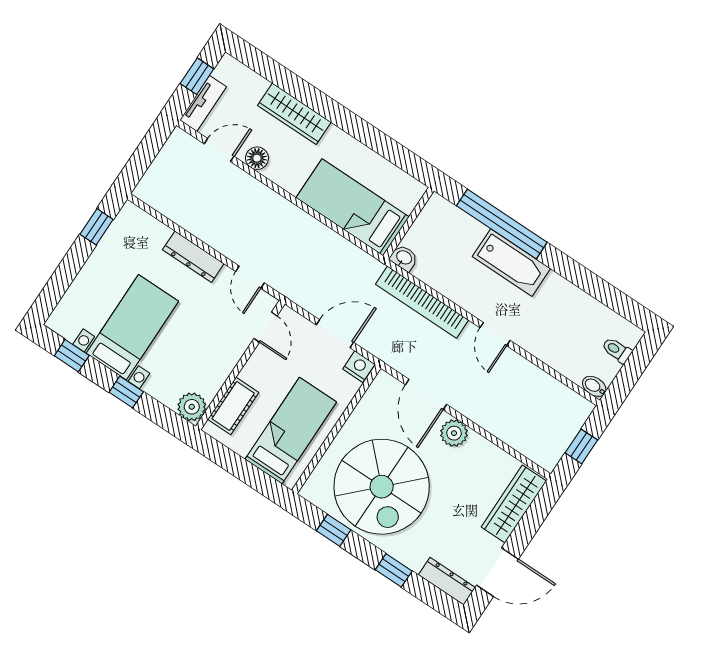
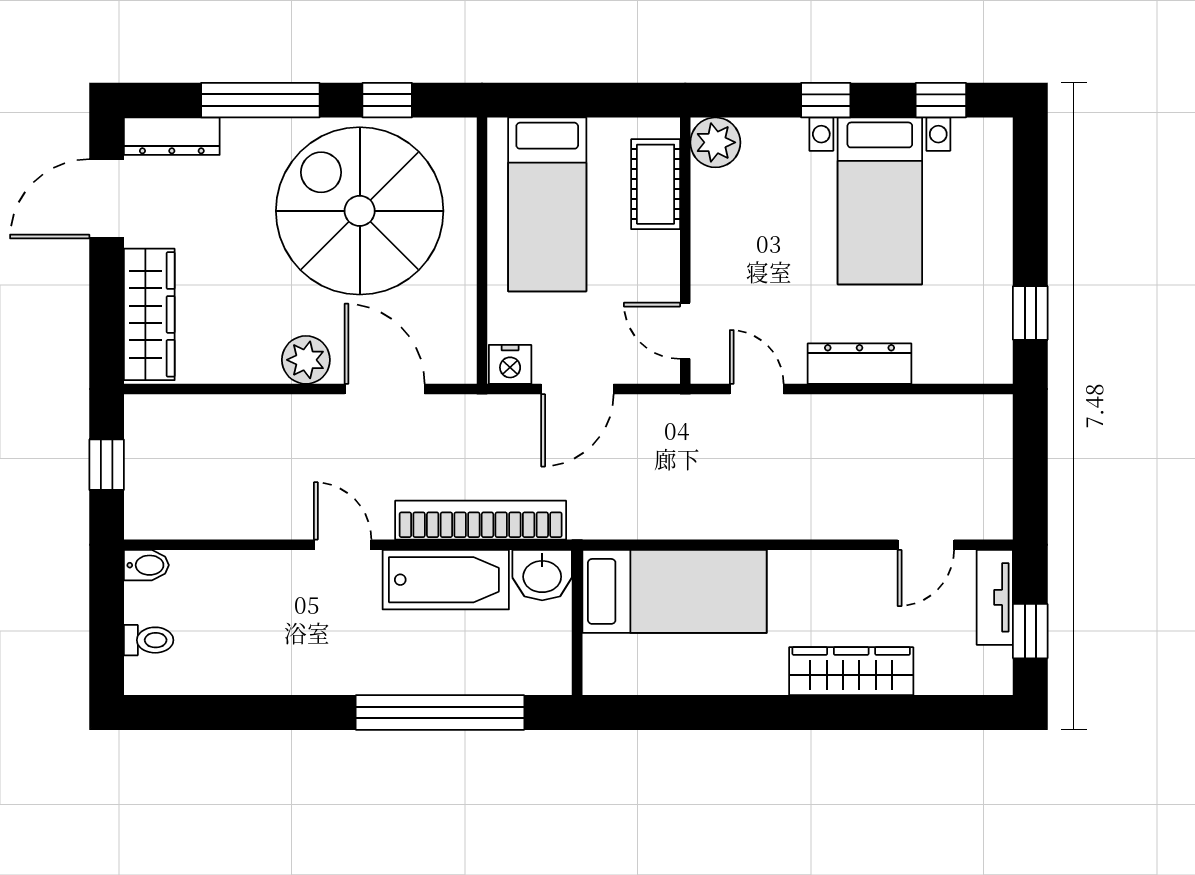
floor lamp: (257, 158) -> (863, 570), removed
washbasin: (404, 258) -> (542, 575), width x1.38, depth x1.45
bathtub: (511, 263) -> (446, 580), moved, turned 180
window: (394, 570) -> (260, 100), width x2.17

